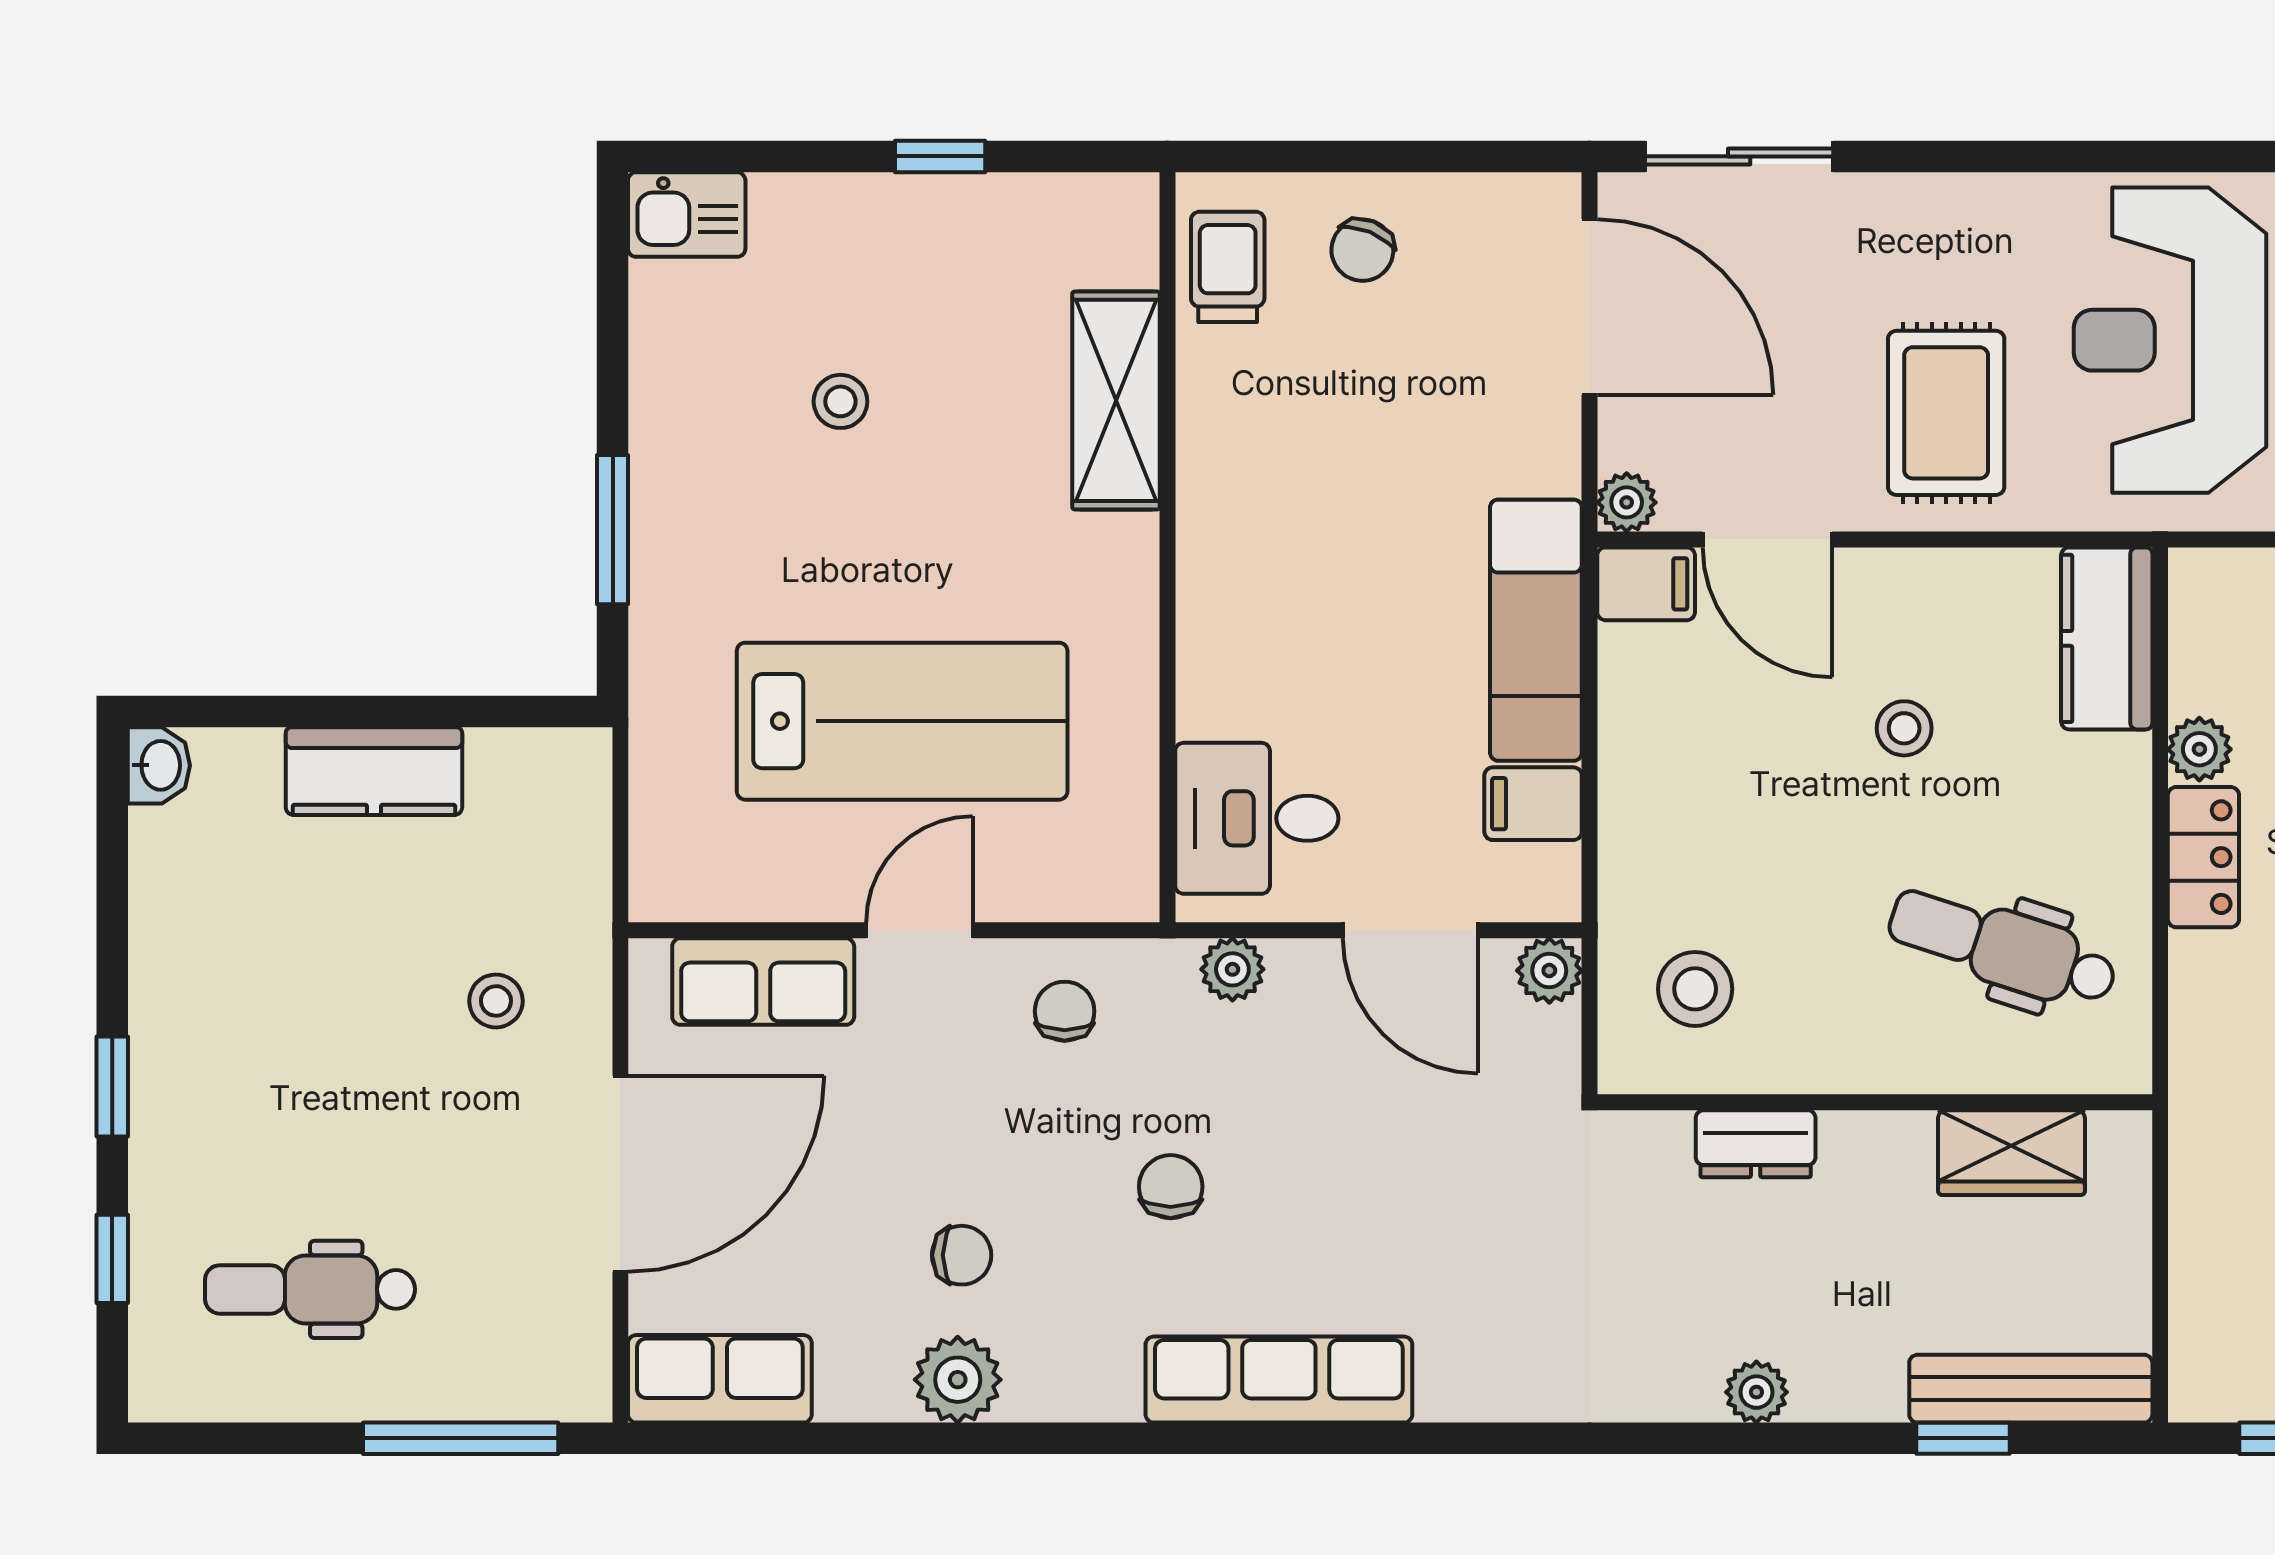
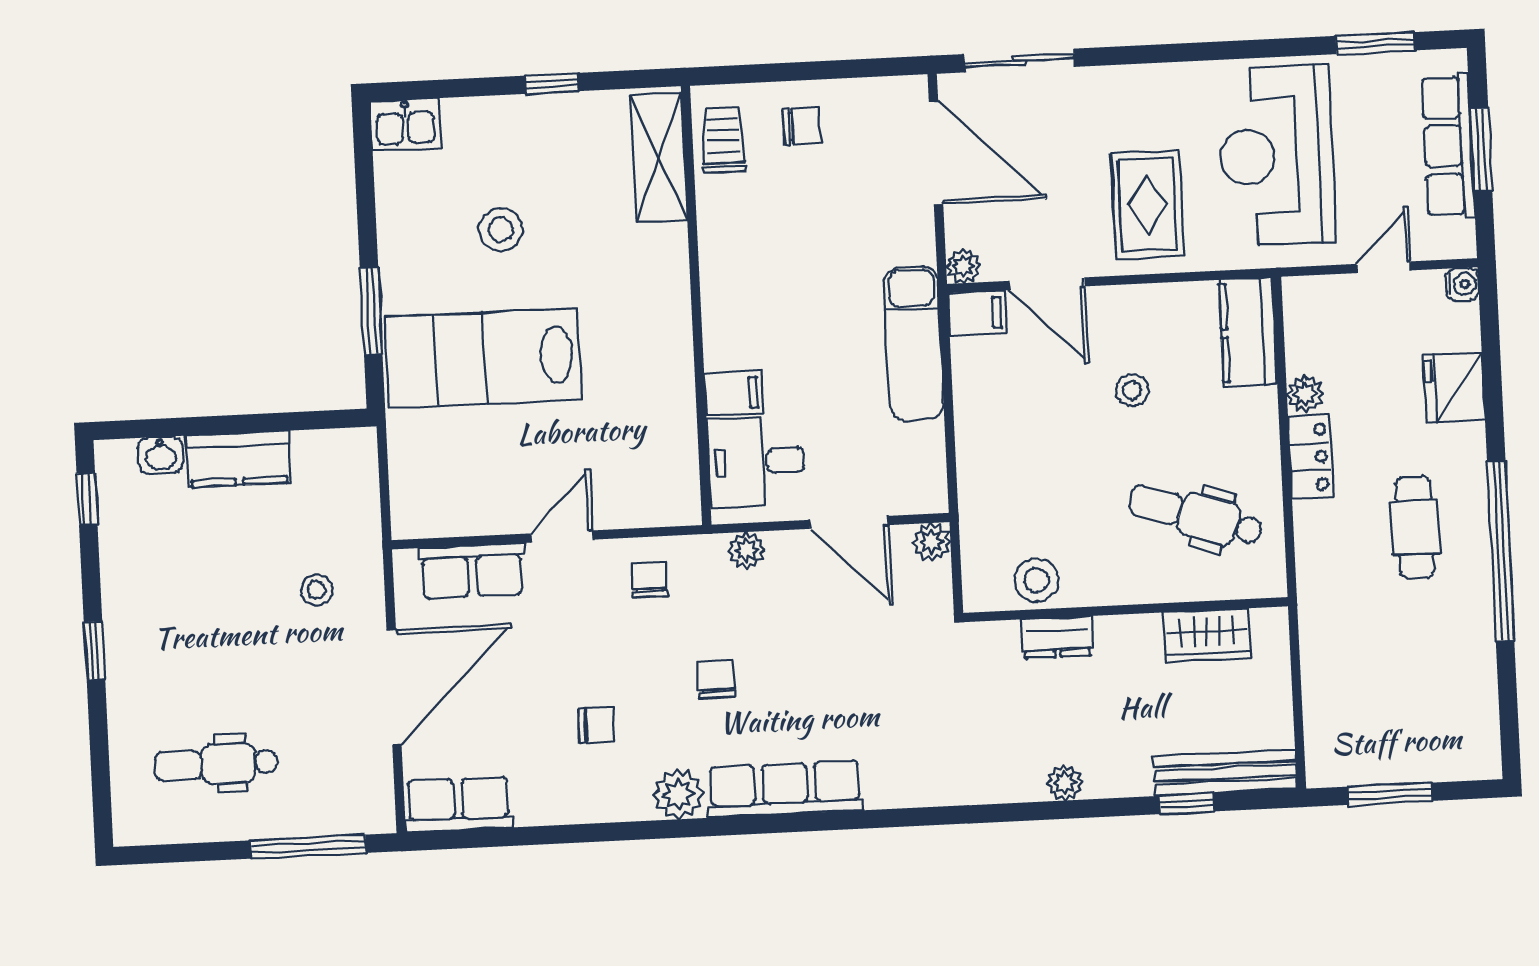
chair: (1362, 250) -> (802, 126), turned -112
shelving: (1116, 400) -> (659, 158), moved
stool: (840, 401) -> (501, 230), width x1.37, depth x1.37
lab bench: (902, 721) -> (483, 358), moved, turned 180
washbasin: (159, 765) -> (161, 455), moved, turned 90
filing cabinet: (1533, 804) -> (733, 393), moved, turned 180
stool: (1695, 989) -> (1037, 580), moved
window: (112, 1259) -> (87, 499), moved
plant: (958, 1380) -> (678, 794), moved

